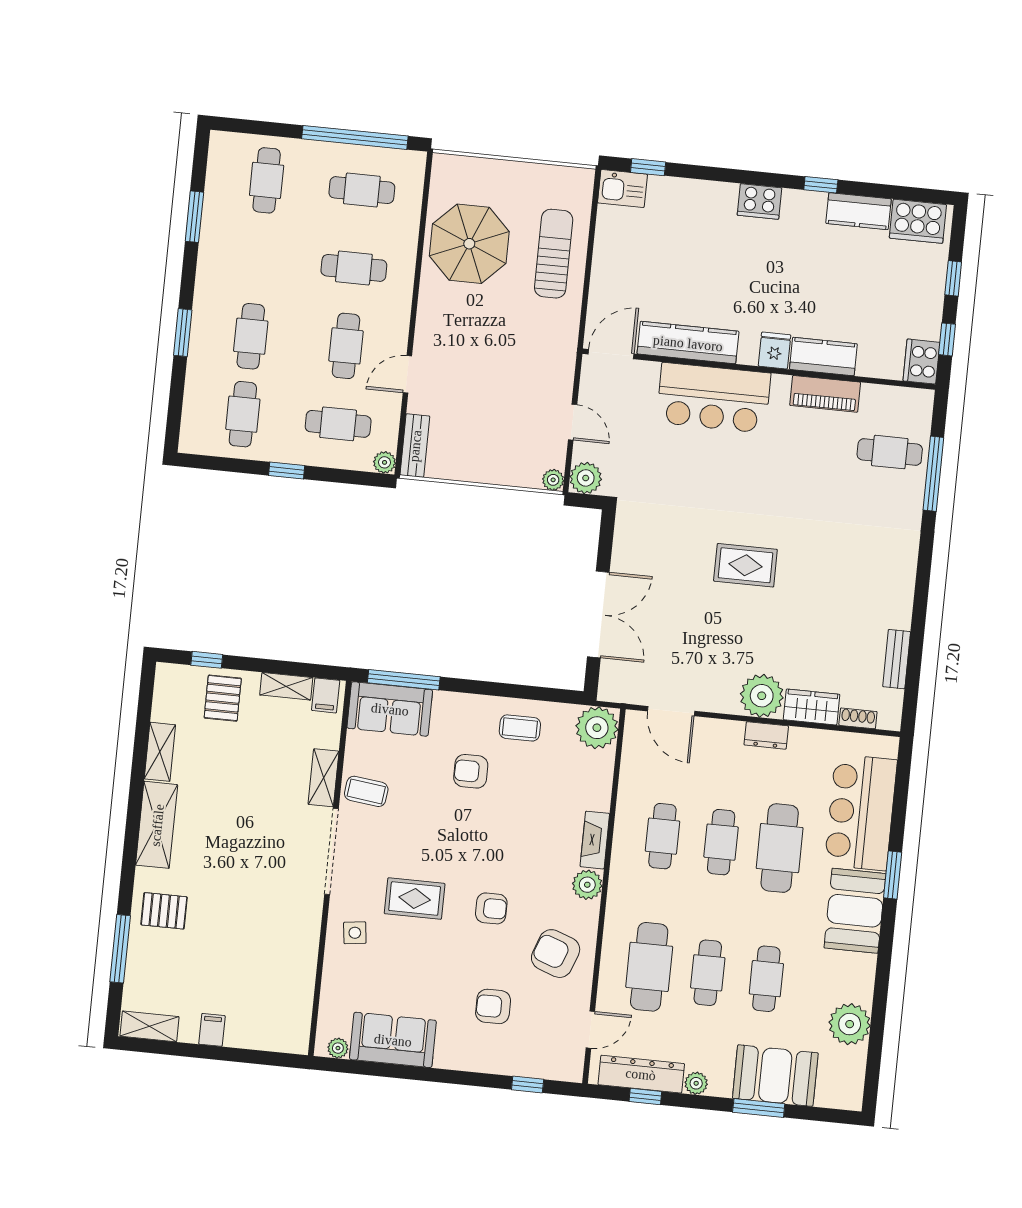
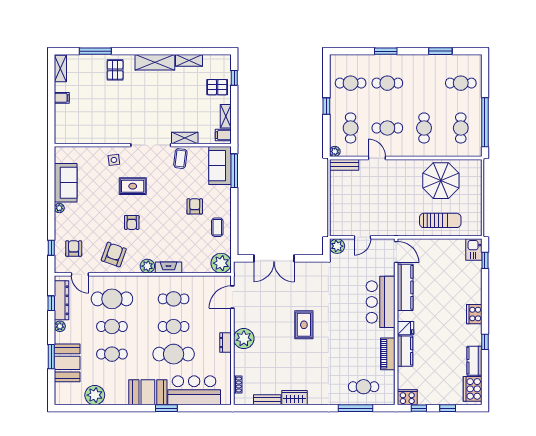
cafe table: (890, 452) -> (364, 387), turned 90
plant: (553, 480) -> (335, 231), removed
wardrobe: (812, 707) -> (294, 398), moved, turned -90
rug: (415, 899) -> (133, 186), turned 90
armchair: (493, 1006) -> (74, 249), moved
plant: (338, 1048) -> (59, 208), moved

